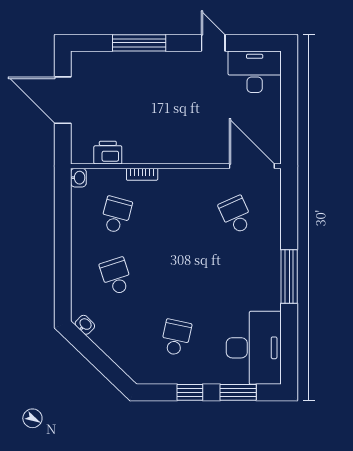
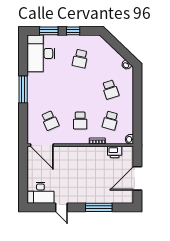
door: (63, 100) -> (137, 178), swing flipped
school desk: (176, 215) -> (80, 120), added

